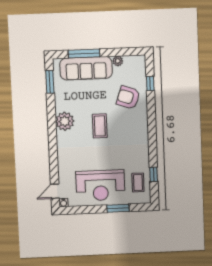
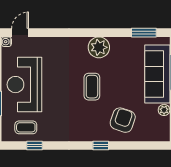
window: (150, 83) -> (101, 146), moved
coffee table: (100, 126) -> (92, 87), turned 90
door: (55, 191) -> (20, 33), hinge flipped

